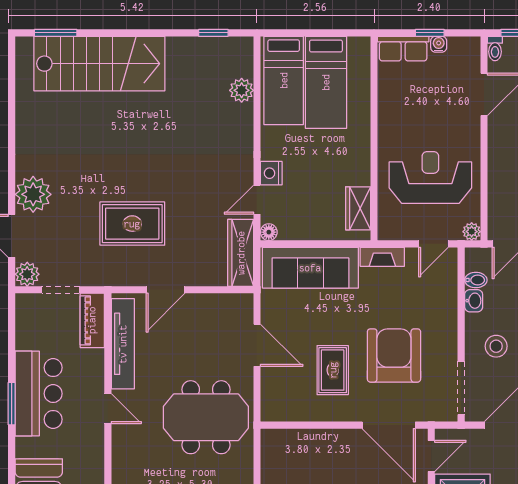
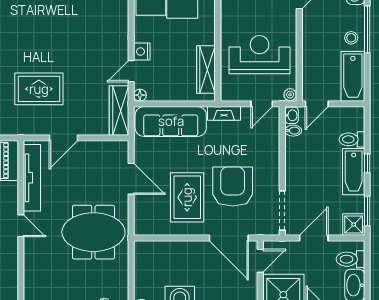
wardrobe: (358, 208) -> (206, 70), width x1.50
washbasin: (474, 301) -> (292, 115), moved
stool: (496, 346) -> (308, 180), removed
rug: (333, 370) -> (187, 197), width x1.36, depth x1.43

